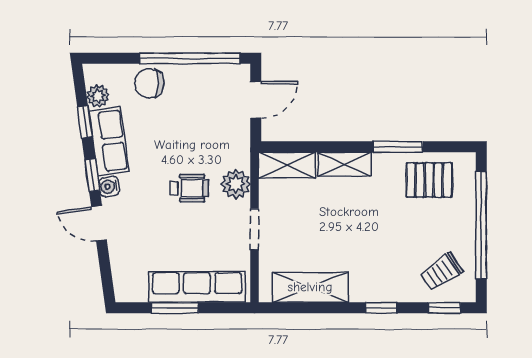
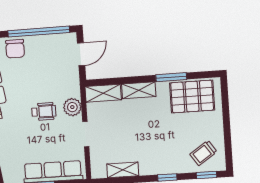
chair: (149, 83) -> (15, 49), turned -90
pallet: (429, 180) -> (192, 96), width x1.50, depth x1.42
window: (481, 225) -> (226, 122), removed
shelving: (310, 287) -> (123, 170), width x0.67, depth x0.75

